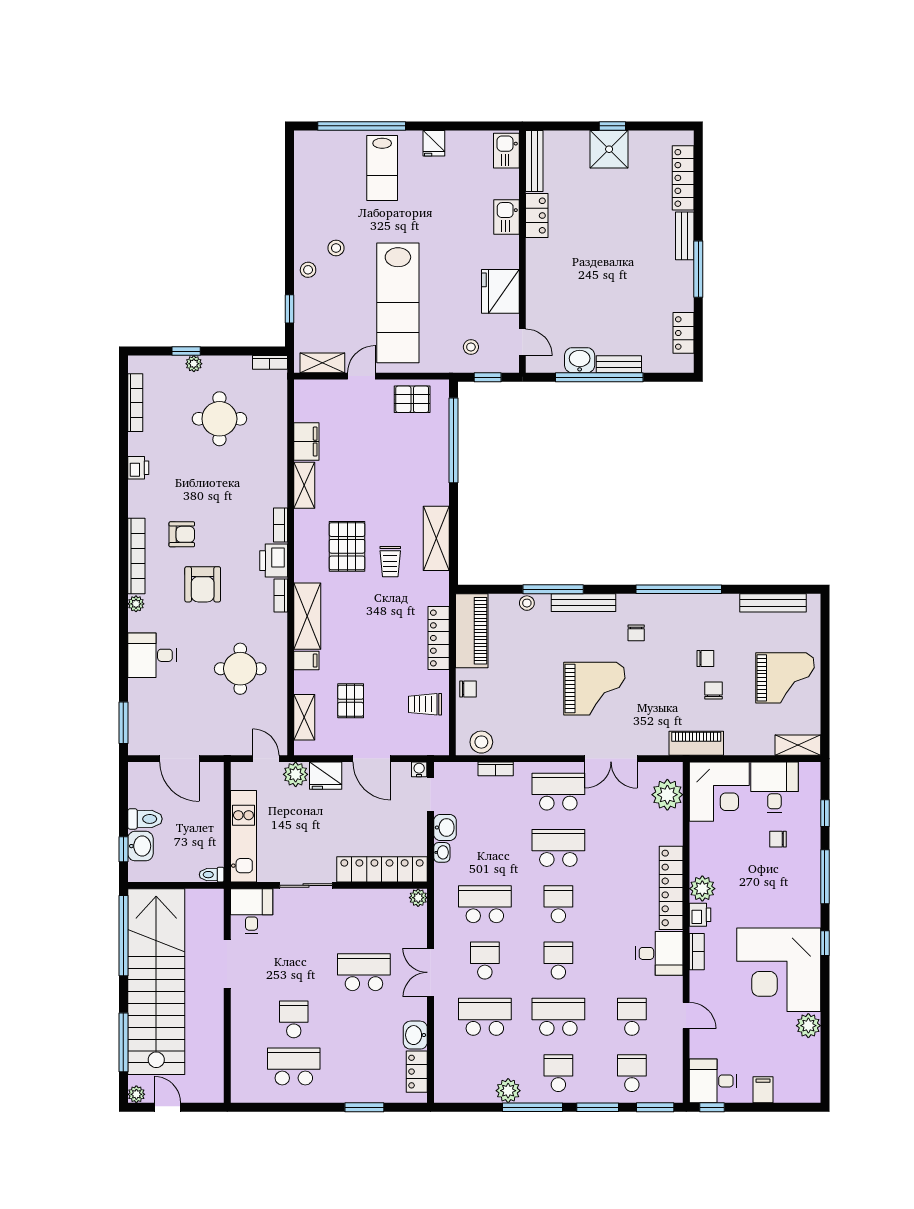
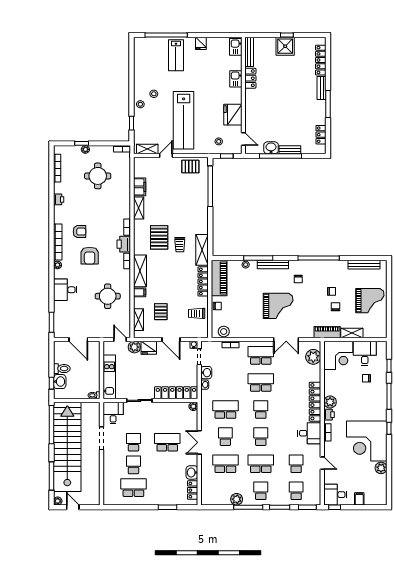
shelving: (436, 538) -> (202, 250), moved
shelving: (798, 745) -> (352, 333), moved
school desk: (294, 972) -> (133, 442), added

